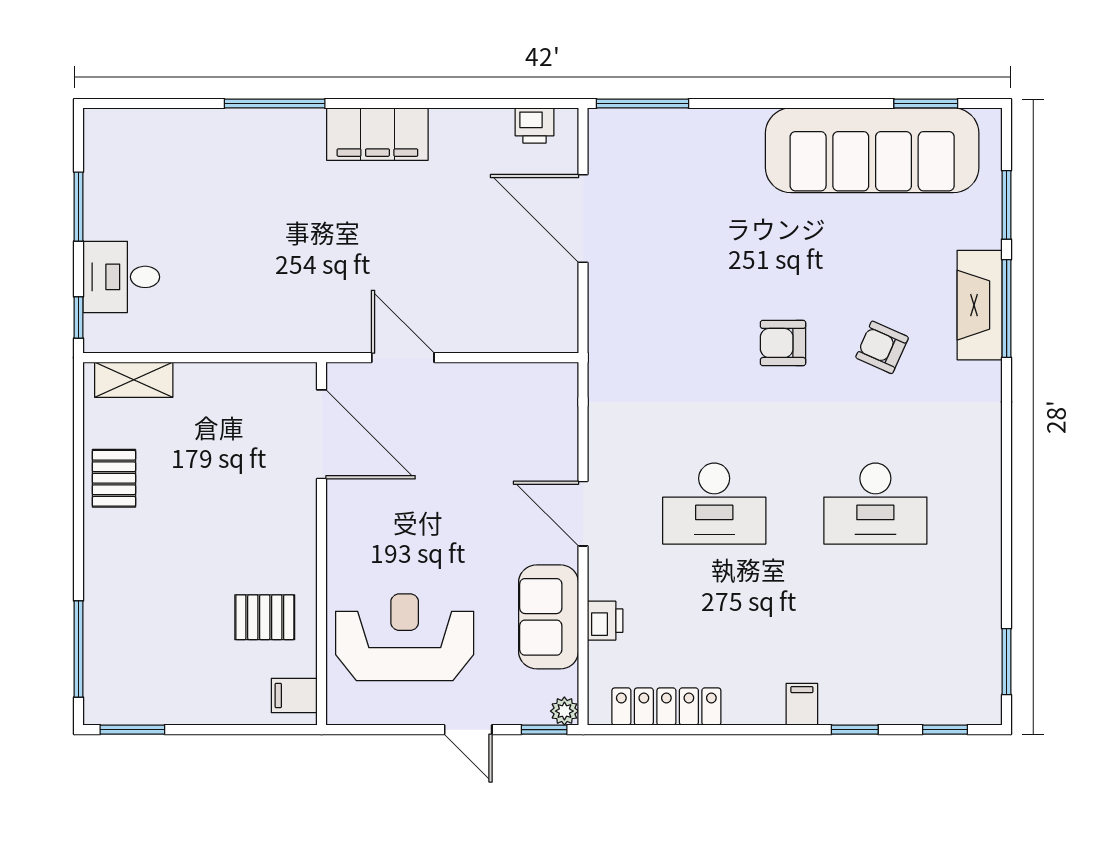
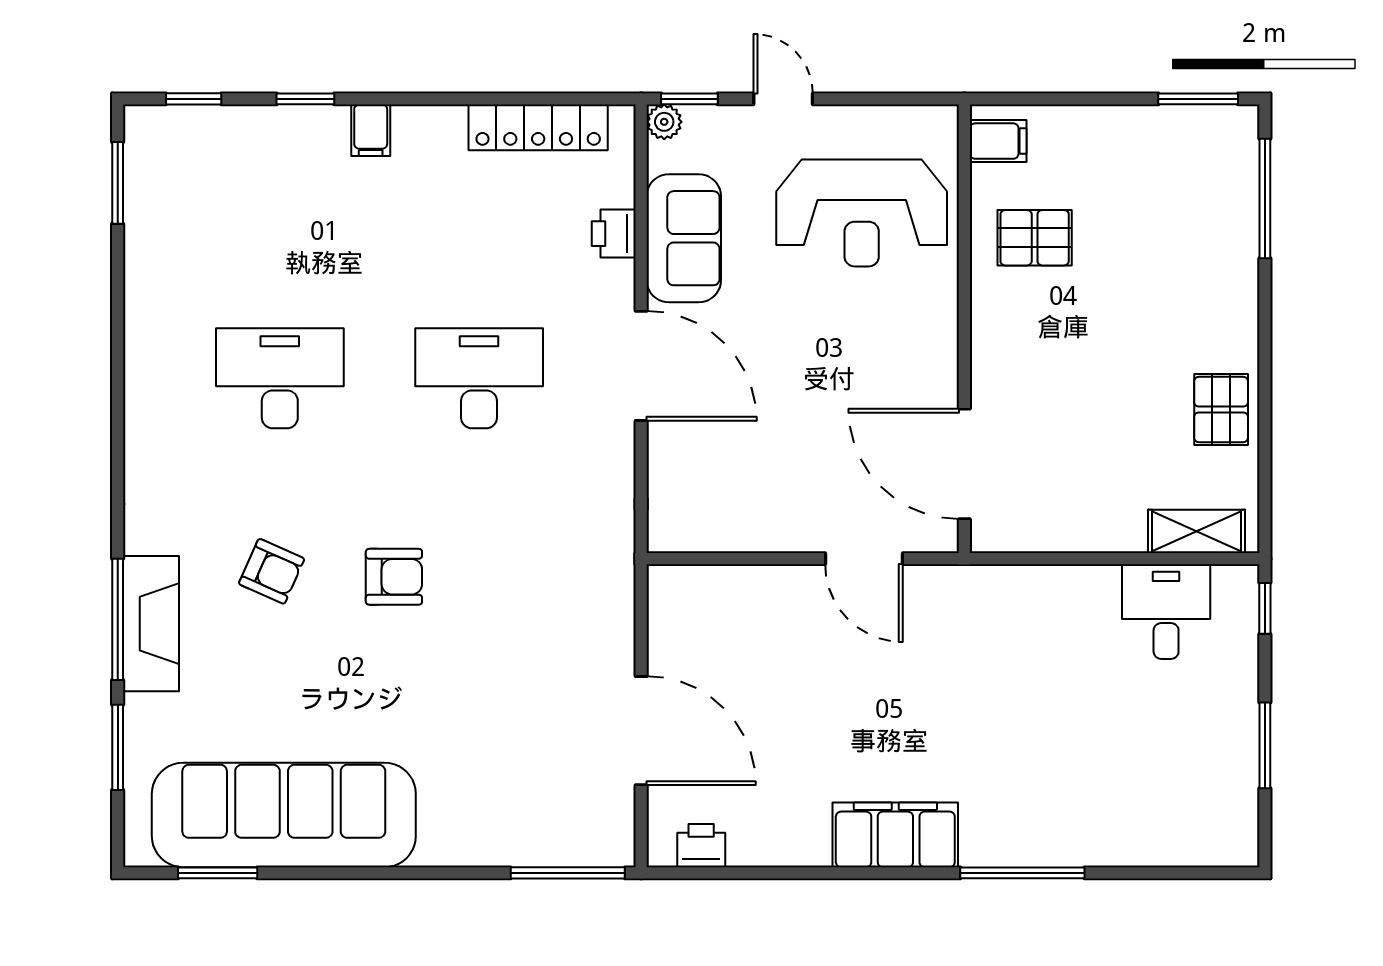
desk: (121, 277) -> (1166, 612), moved, turned -90
door: (583, 514) -> (641, 366), width x1.36

